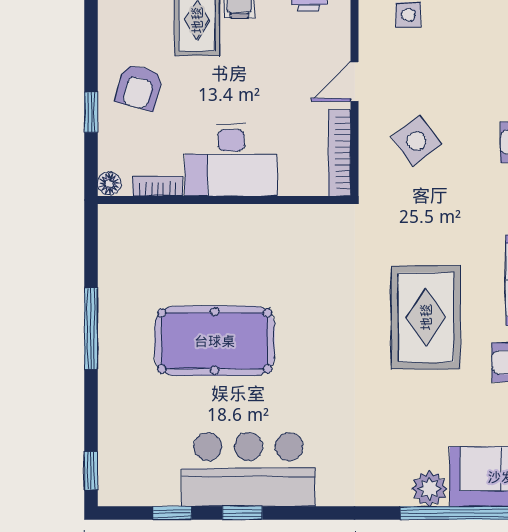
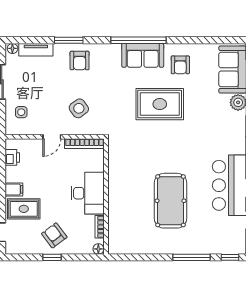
door: (355, 82) -> (52, 137), hinge flipped
armchair: (139, 87) -> (54, 235), turned -142
window: (91, 112) -> (52, 257), moved
window: (91, 329) -> (191, 257), moved

